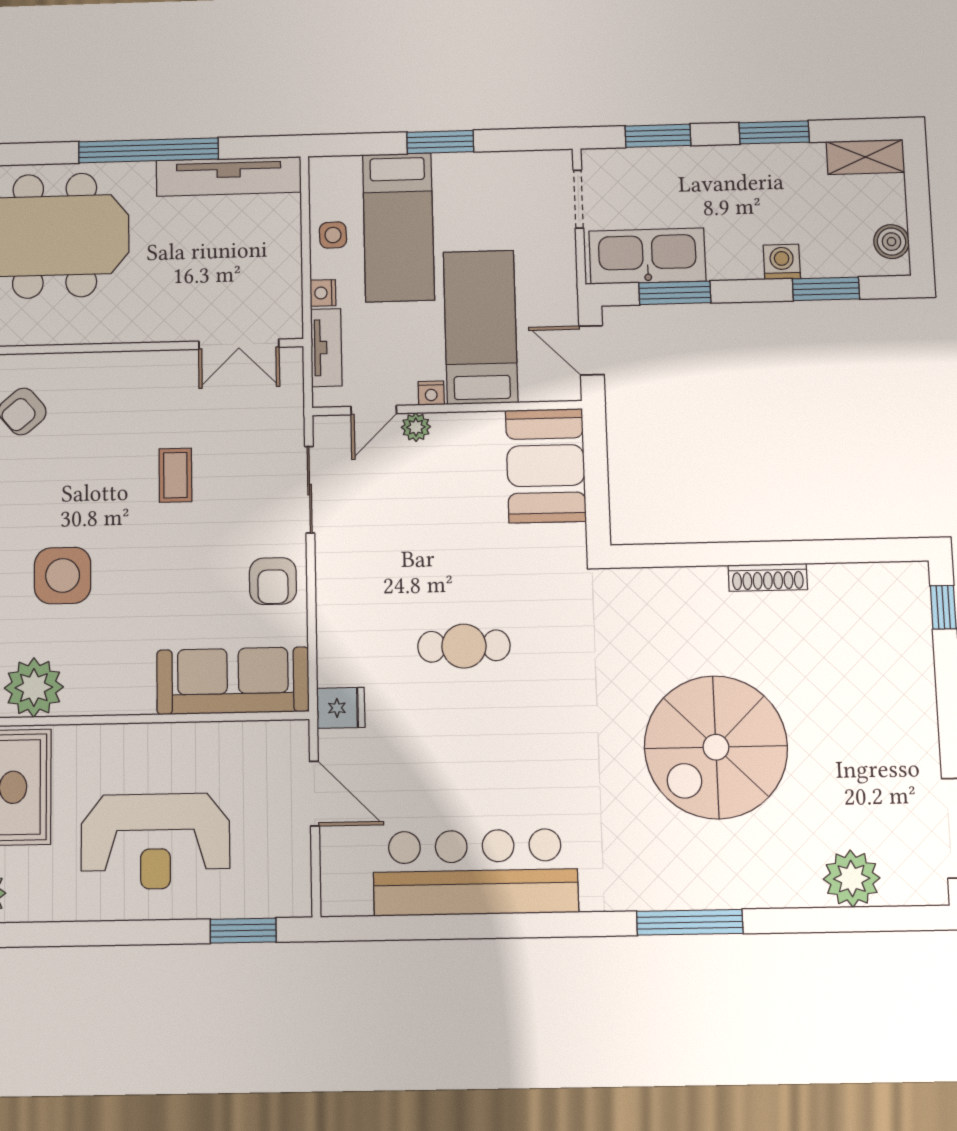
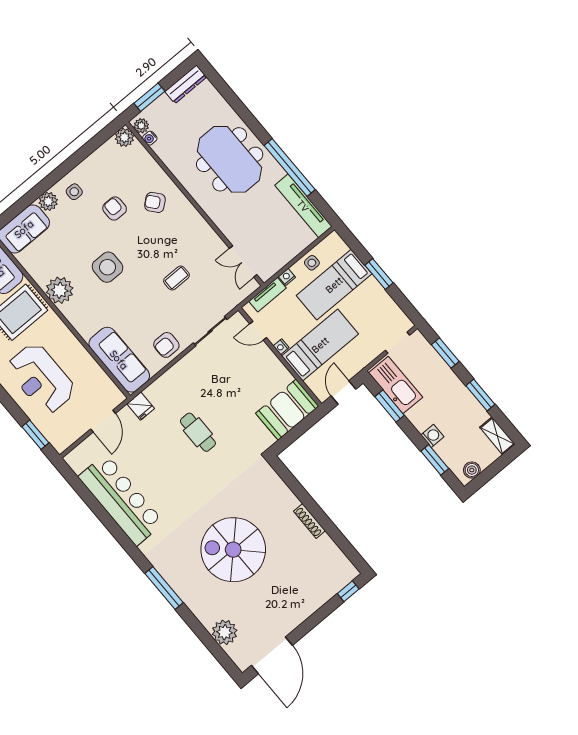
plant: (416, 427) -> (264, 351), removed

